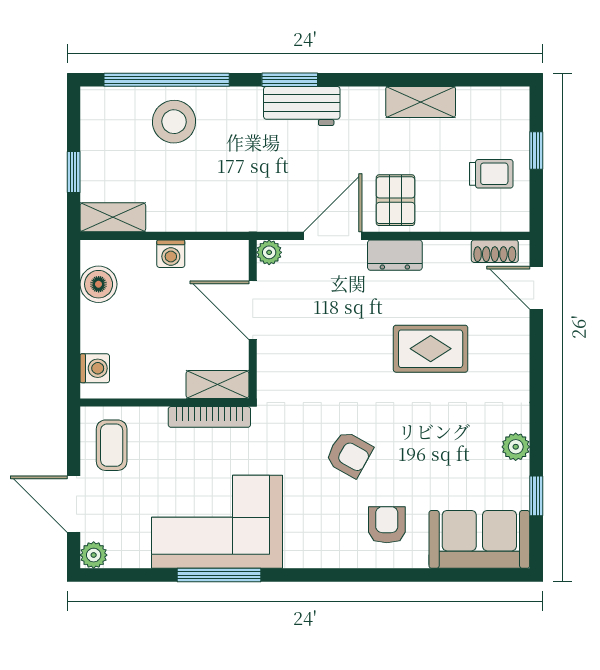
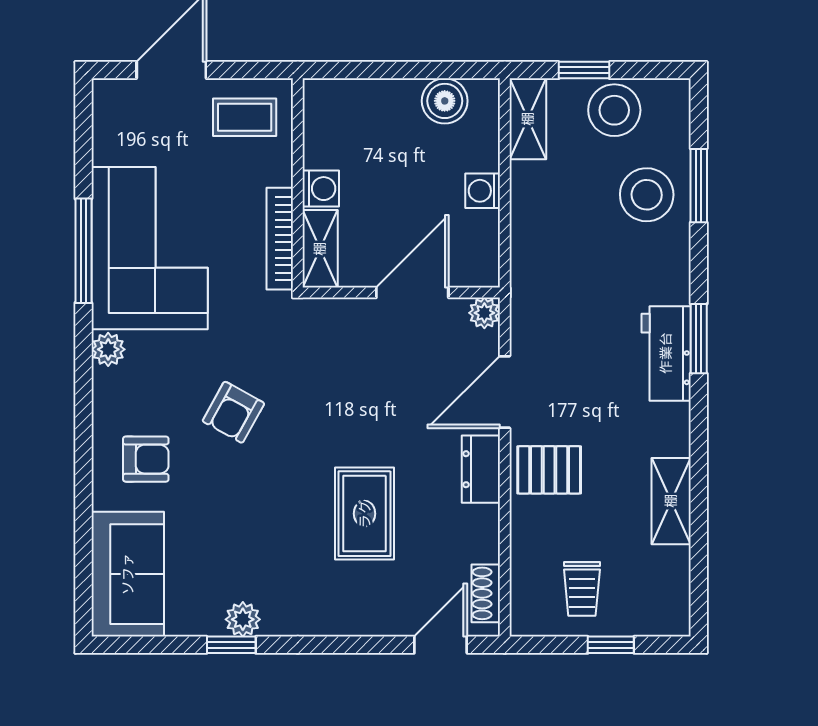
window: (167, 80) -> (699, 186), width x0.47
stool: (106, 148) -> (614, 110), added
door: (333, 236) -> (505, 392), swing flipped
washing machine: (95, 368) -> (321, 189), moved, turned -90
window: (536, 496) -> (231, 645), moved
plant: (94, 555) -> (108, 349), moved

